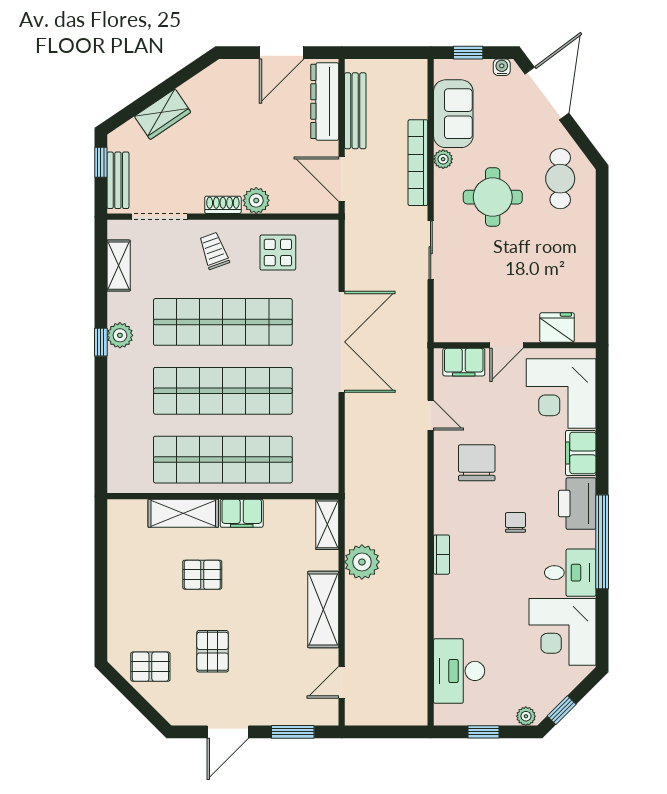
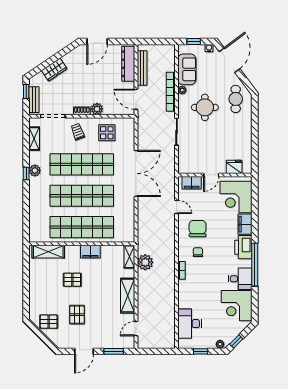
door: (282, 53) -> (97, 41), moved
shelving: (183, 513) -> (48, 252), moved
chair: (515, 522) -> (198, 252), moved
plant: (362, 562) -> (145, 262), moved

